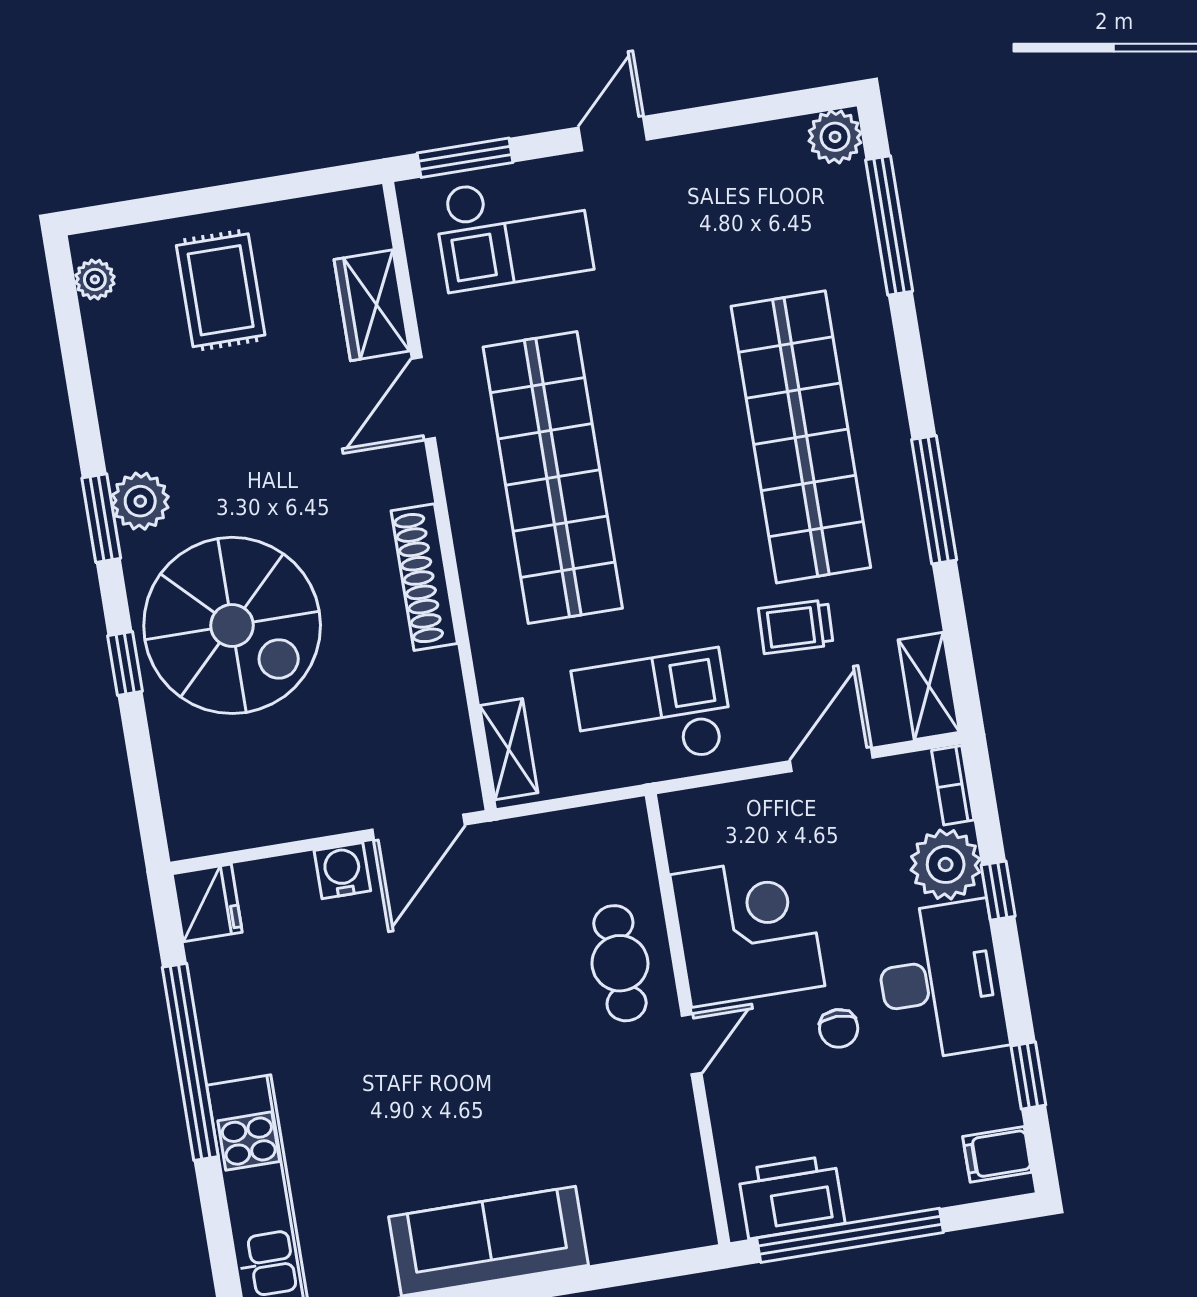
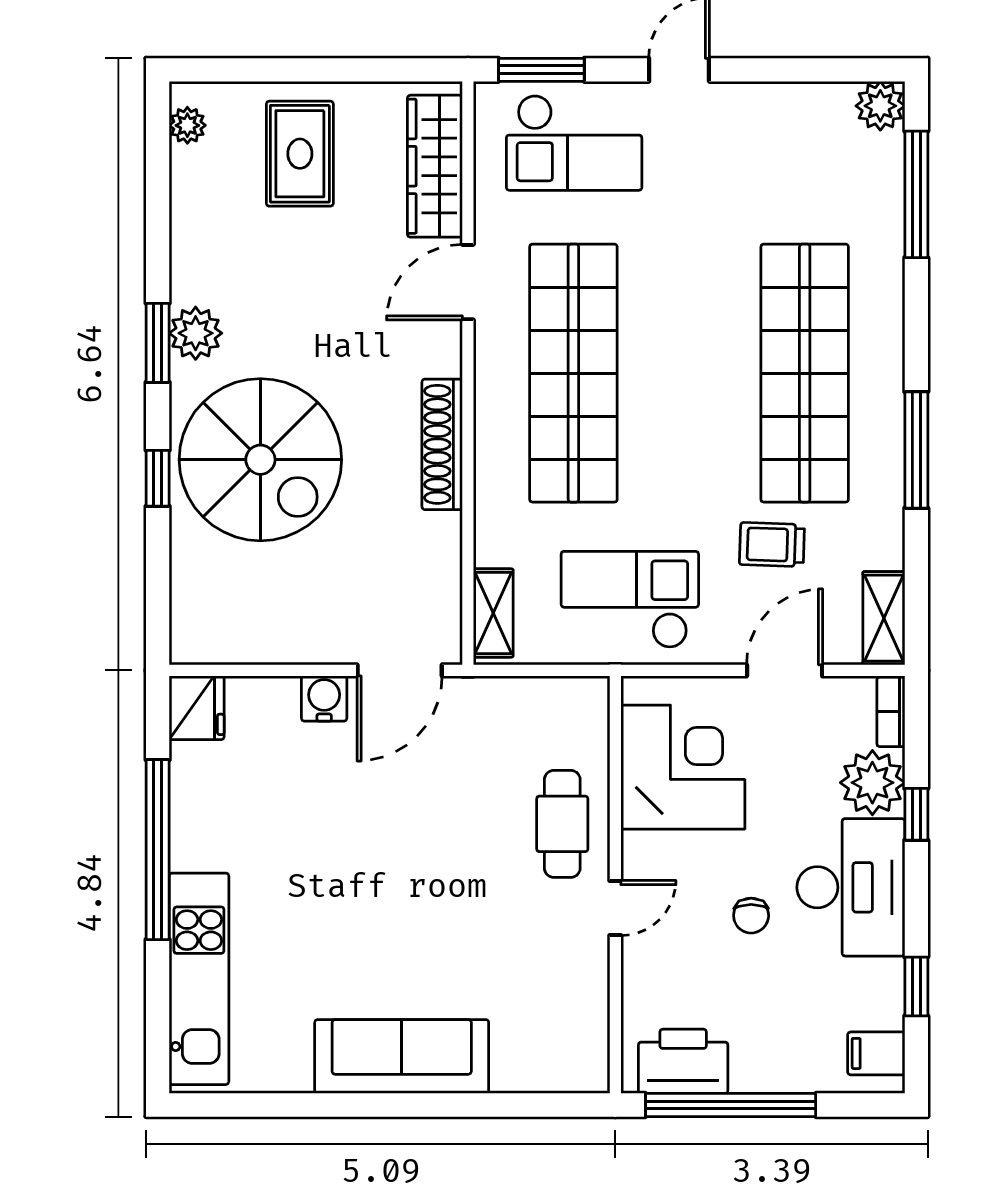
wardrobe: (372, 305) -> (435, 166), width x1.50
corner desk: (747, 930) -> (683, 767), moved

